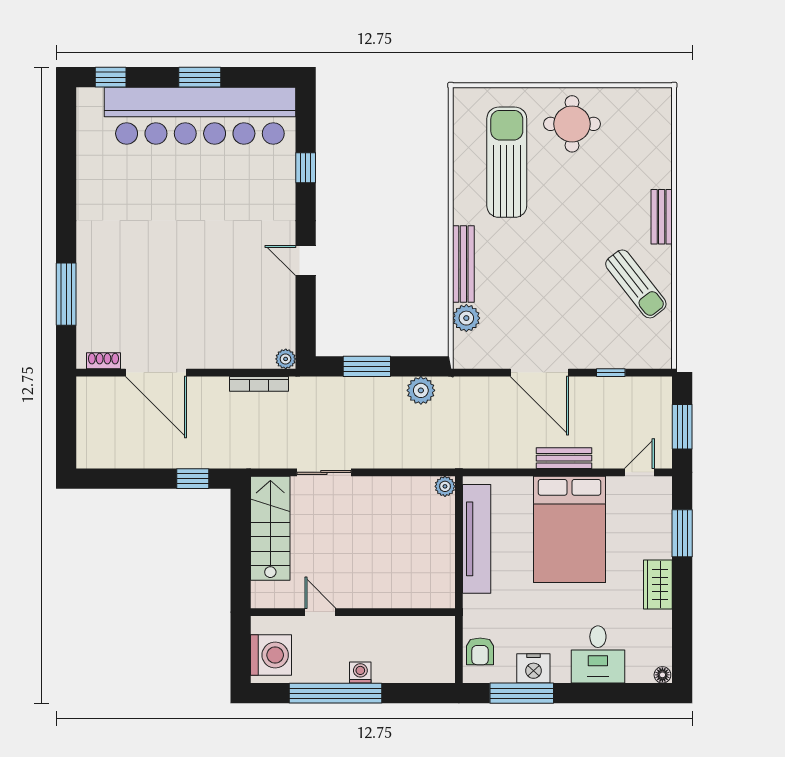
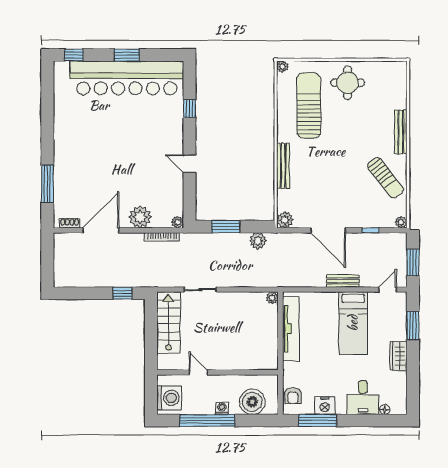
plant: (462, 97) -> (282, 67), added
bench: (662, 217) -> (401, 132), width x1.36
plant: (466, 318) -> (285, 220), moved
plant: (222, 350) -> (140, 217), added
plant: (662, 359) -> (401, 222), added
door: (156, 373) -> (101, 230), swing flipped
bed: (569, 529) -> (353, 323), width x0.67
boiler: (411, 662) -> (252, 402), added
floor lamp: (662, 675) -> (385, 410), moved

